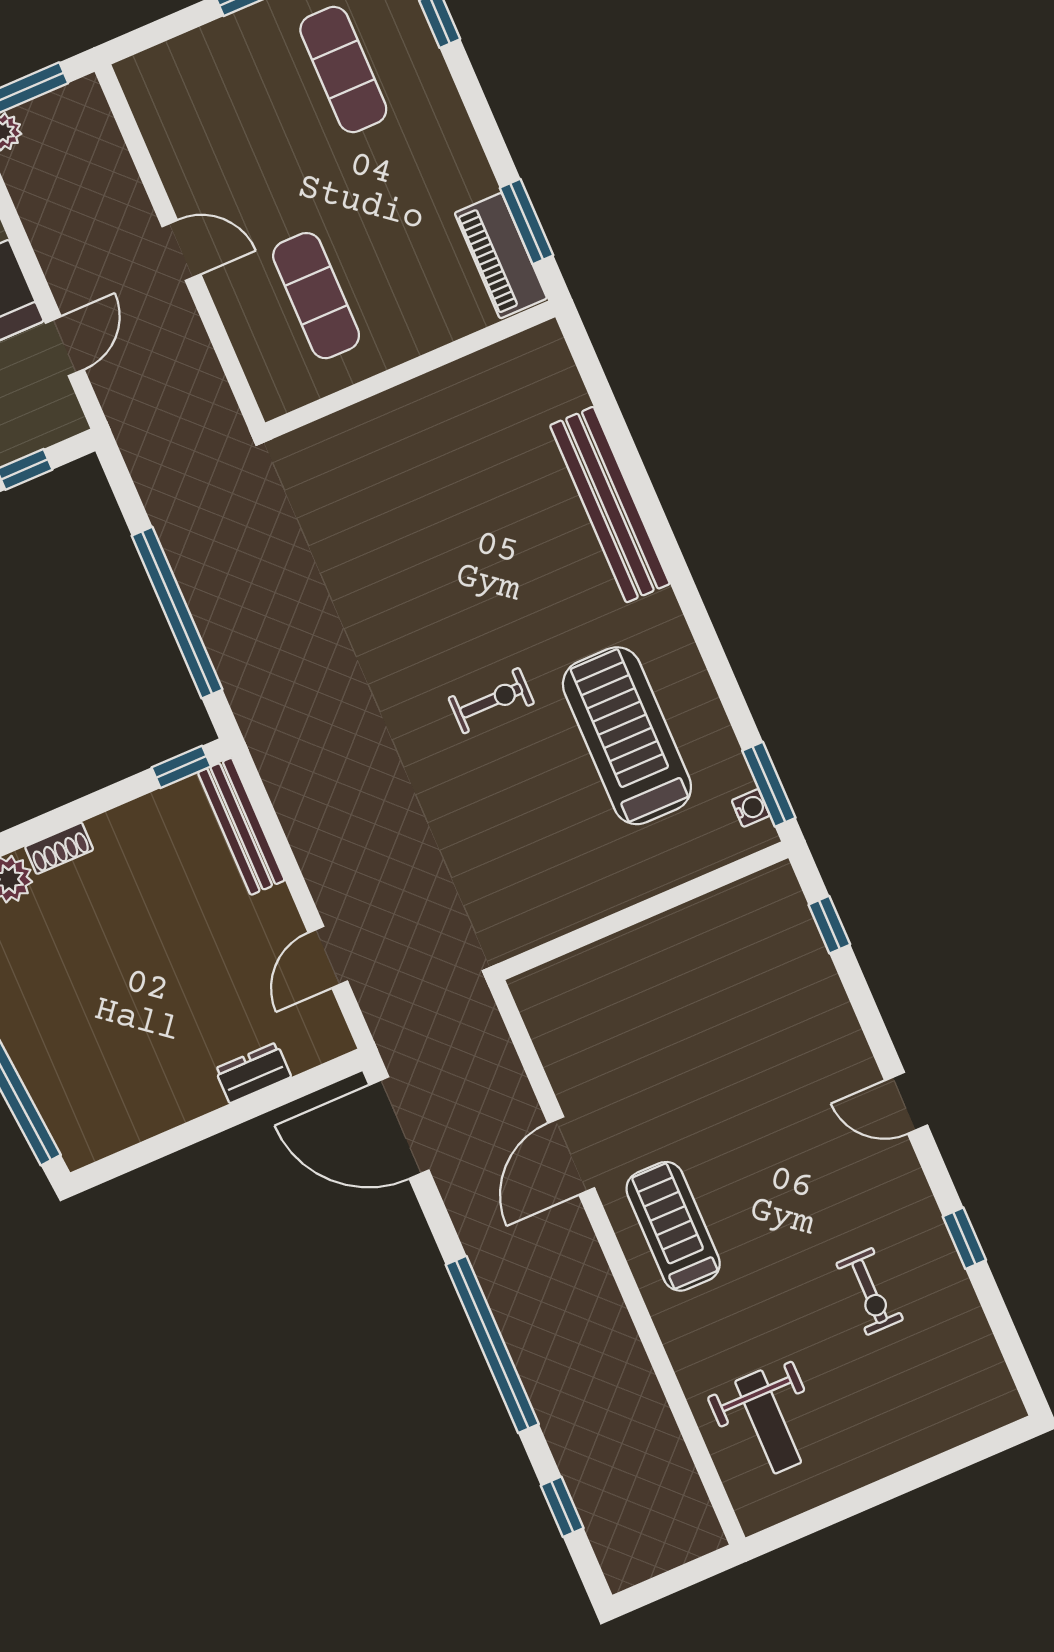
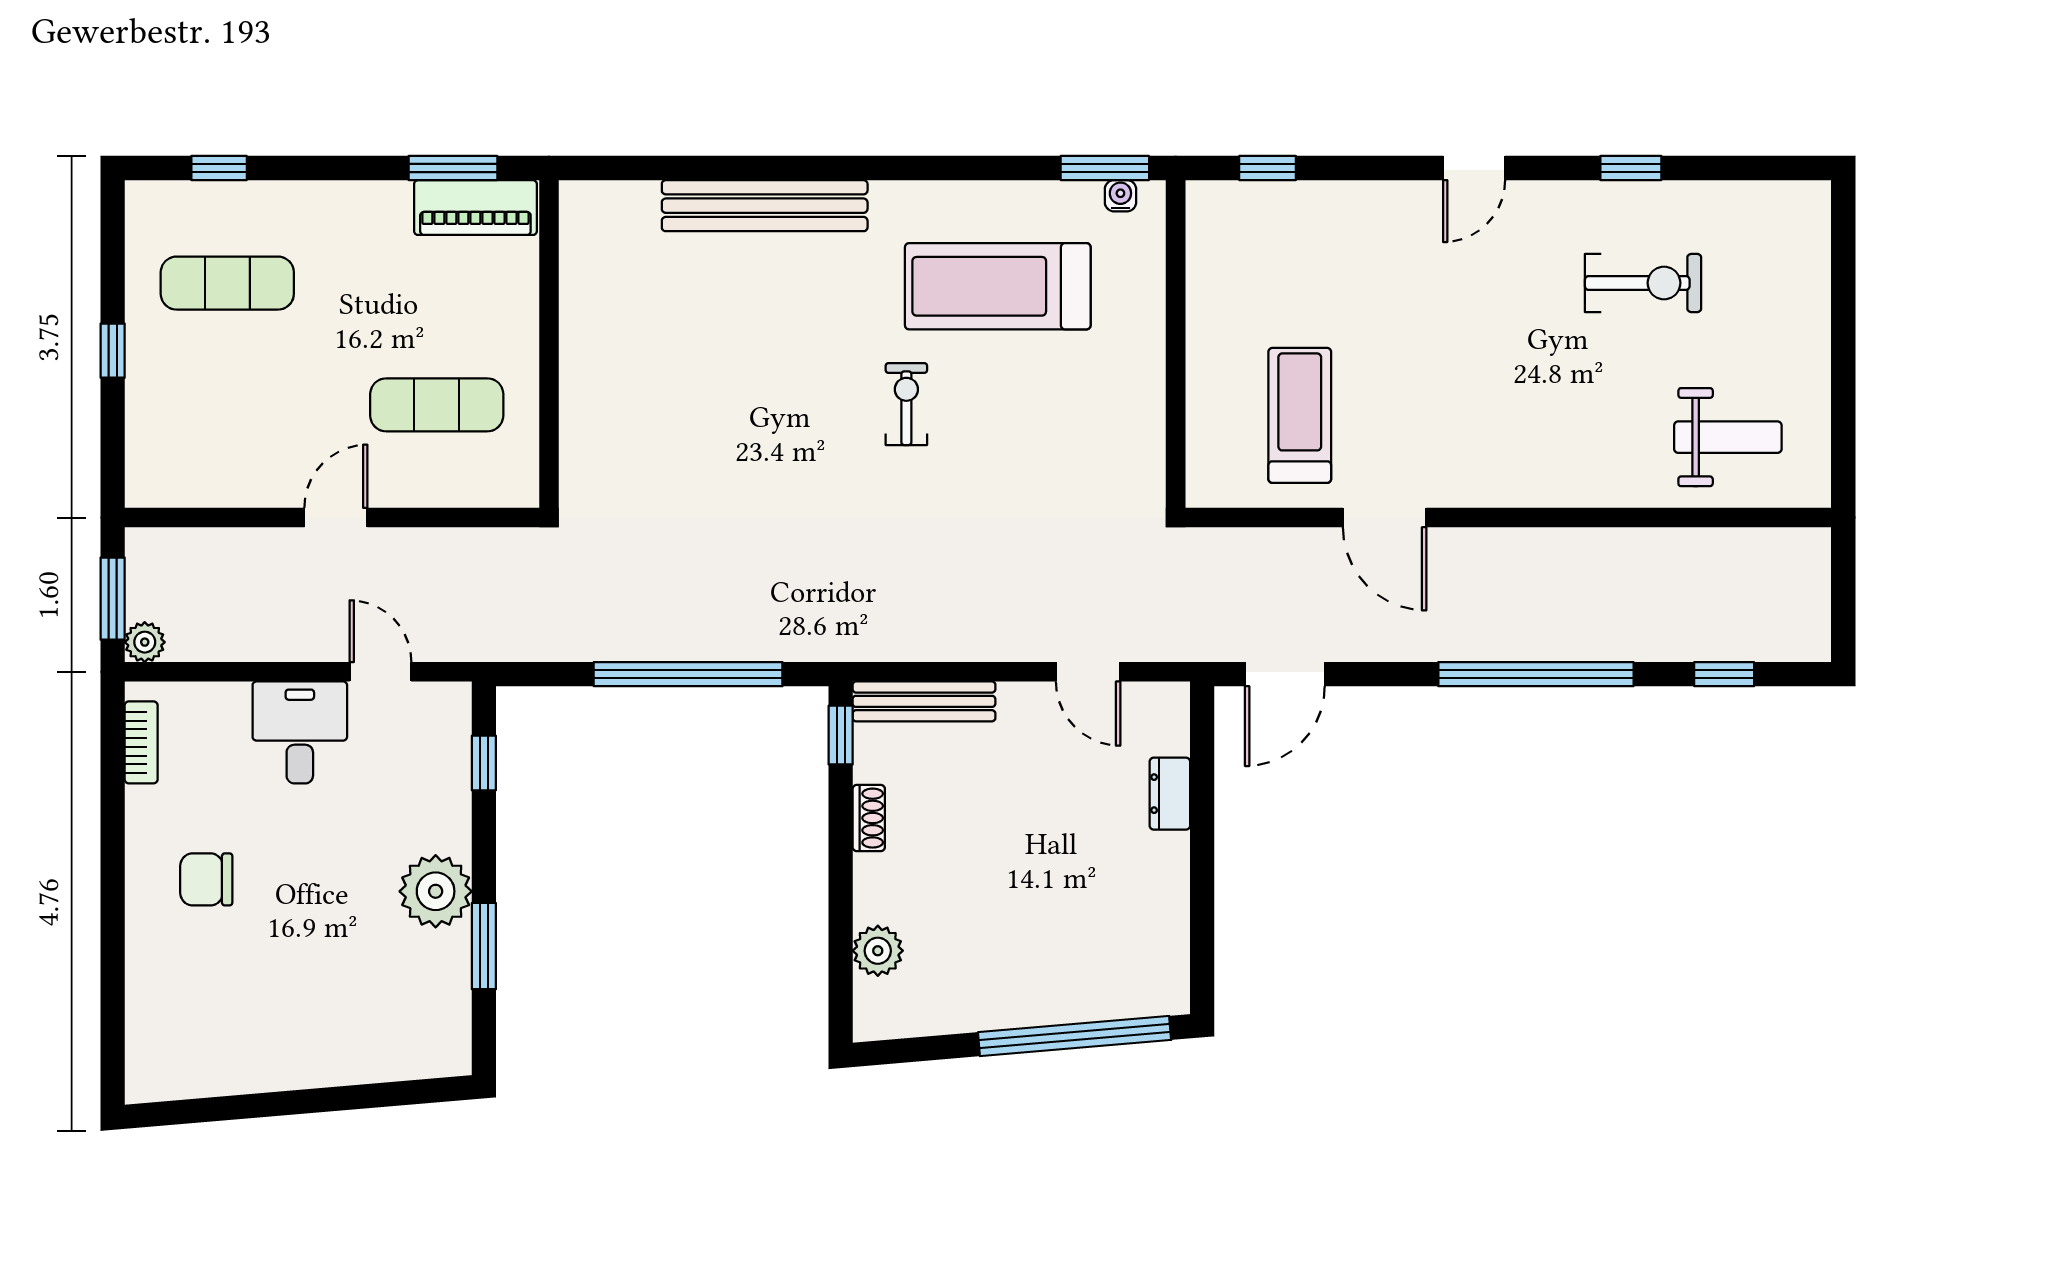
shoe rack: (59, 848) -> (869, 818), moved
door: (399, 1128) -> (1285, 674), width x0.73
treadmill: (673, 1226) -> (1300, 415), moved, turned 90
exercise bike: (870, 1291) -> (1643, 283), width x1.38, depth x1.39

